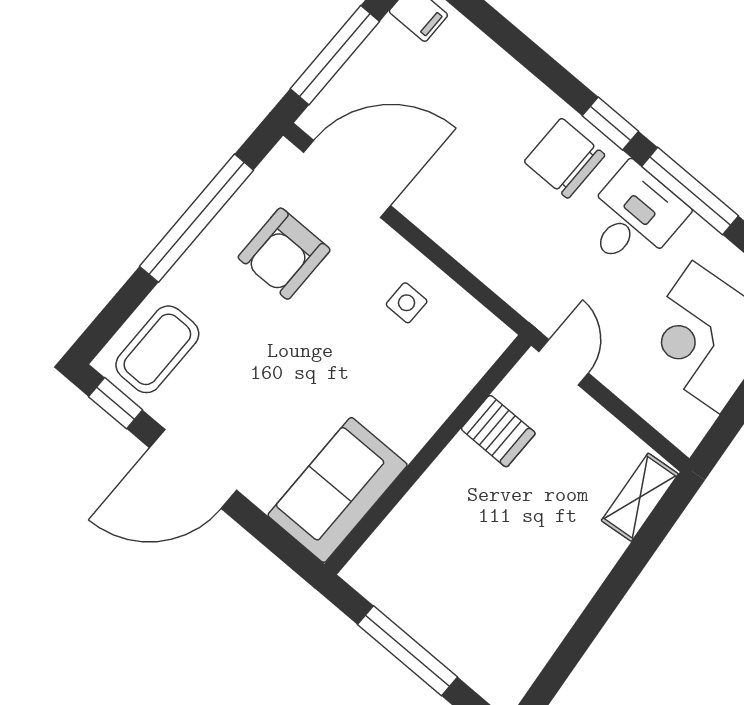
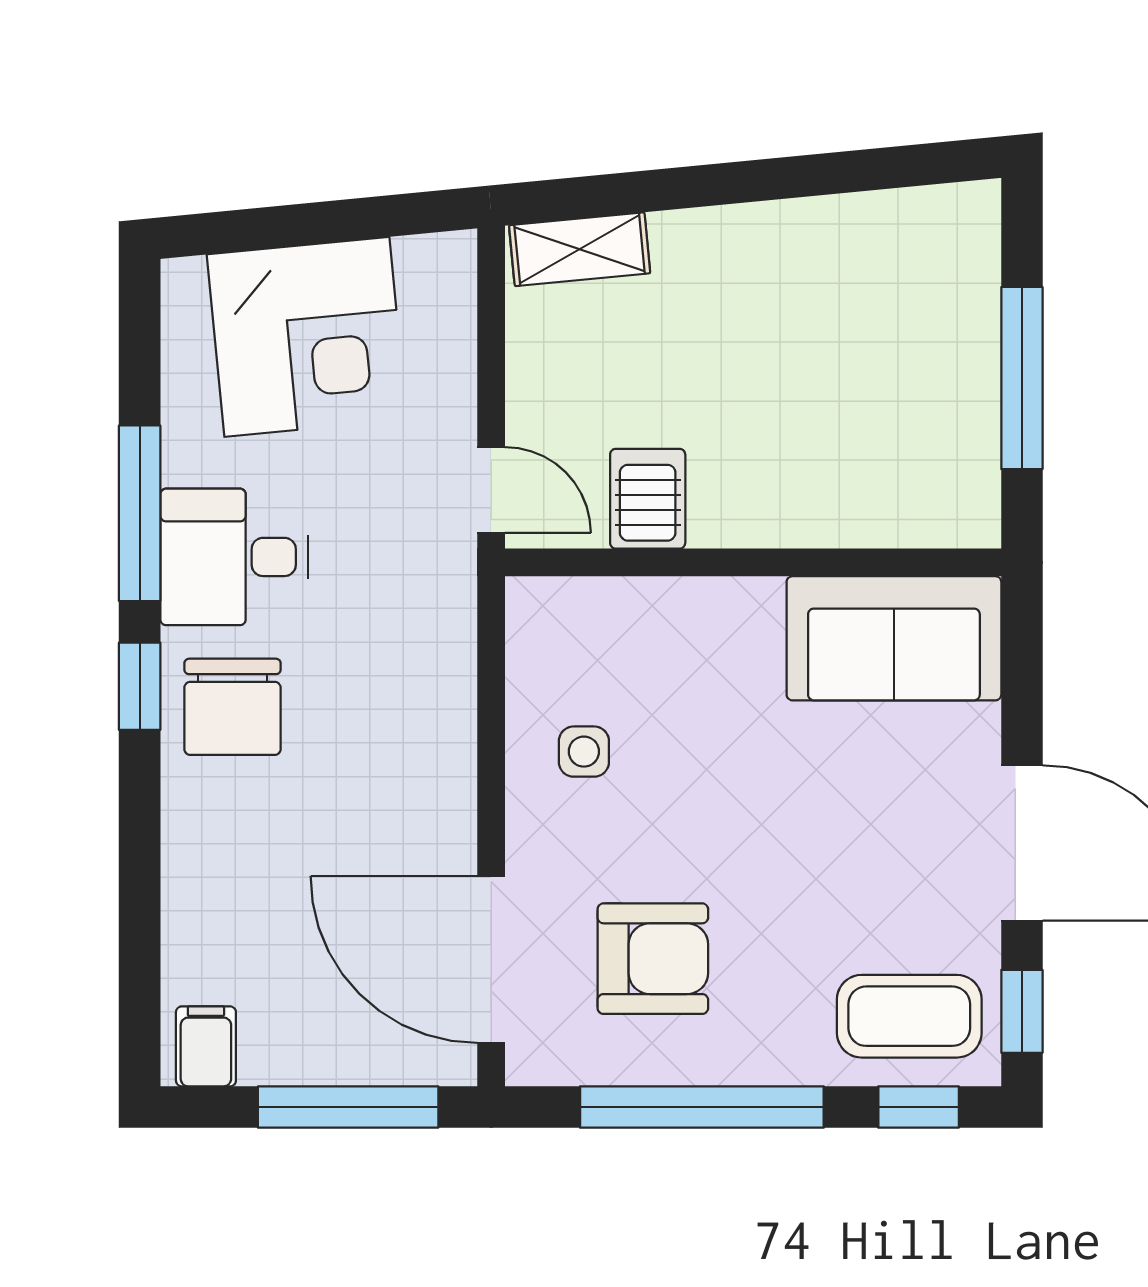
window: (112, 318) -> (919, 1107), added
door: (563, 362) -> (491, 490), swing flipped

